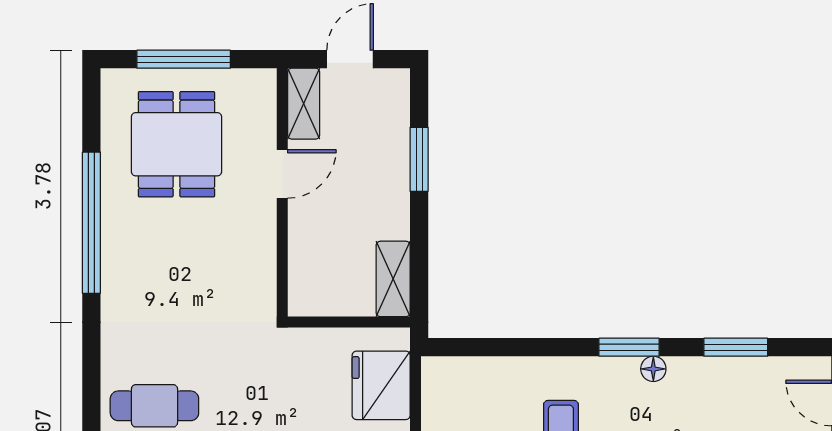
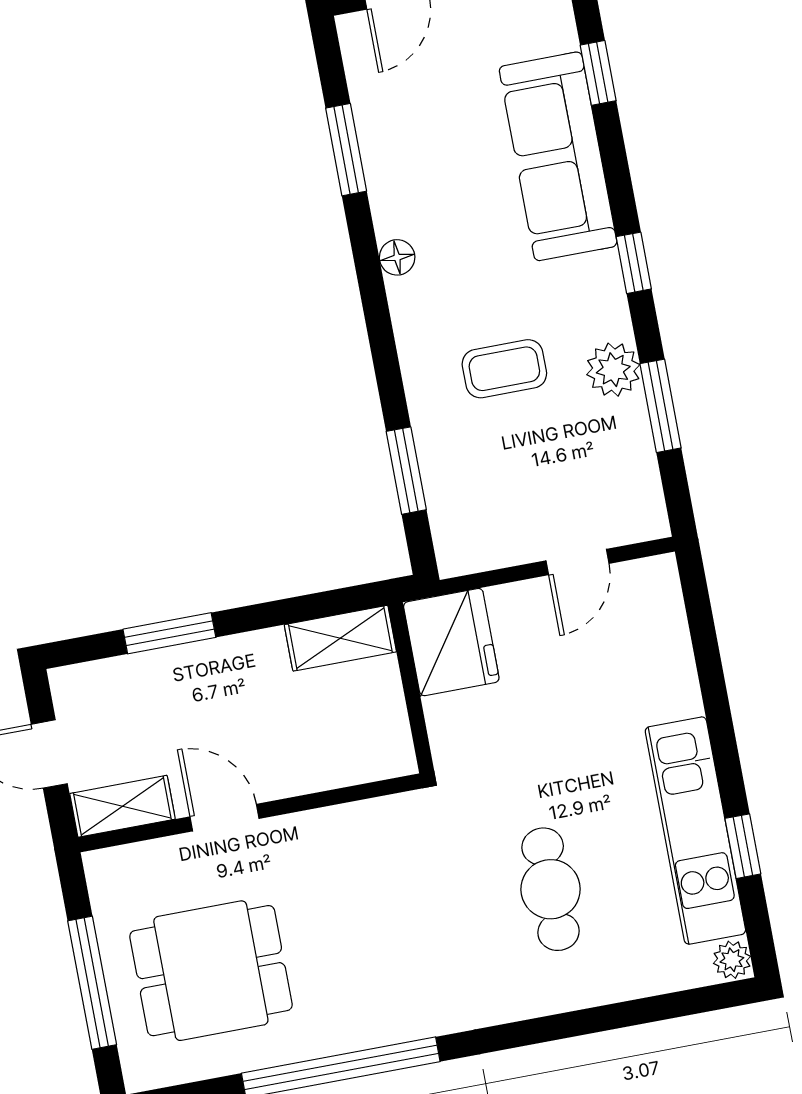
window: (629, 347) -> (406, 471), moved
fridge: (381, 385) -> (451, 642), moved, turned -90
cafe table: (154, 406) -> (551, 889), moved

